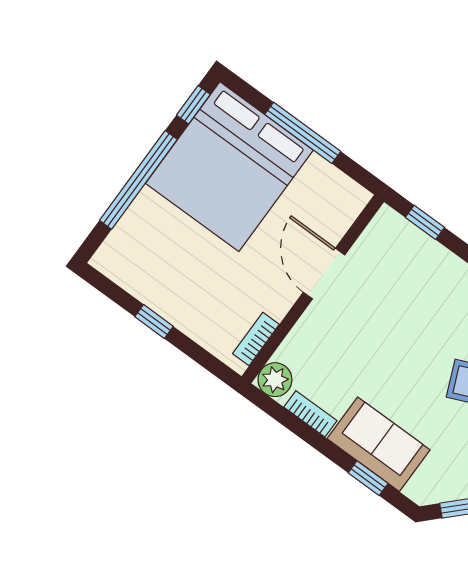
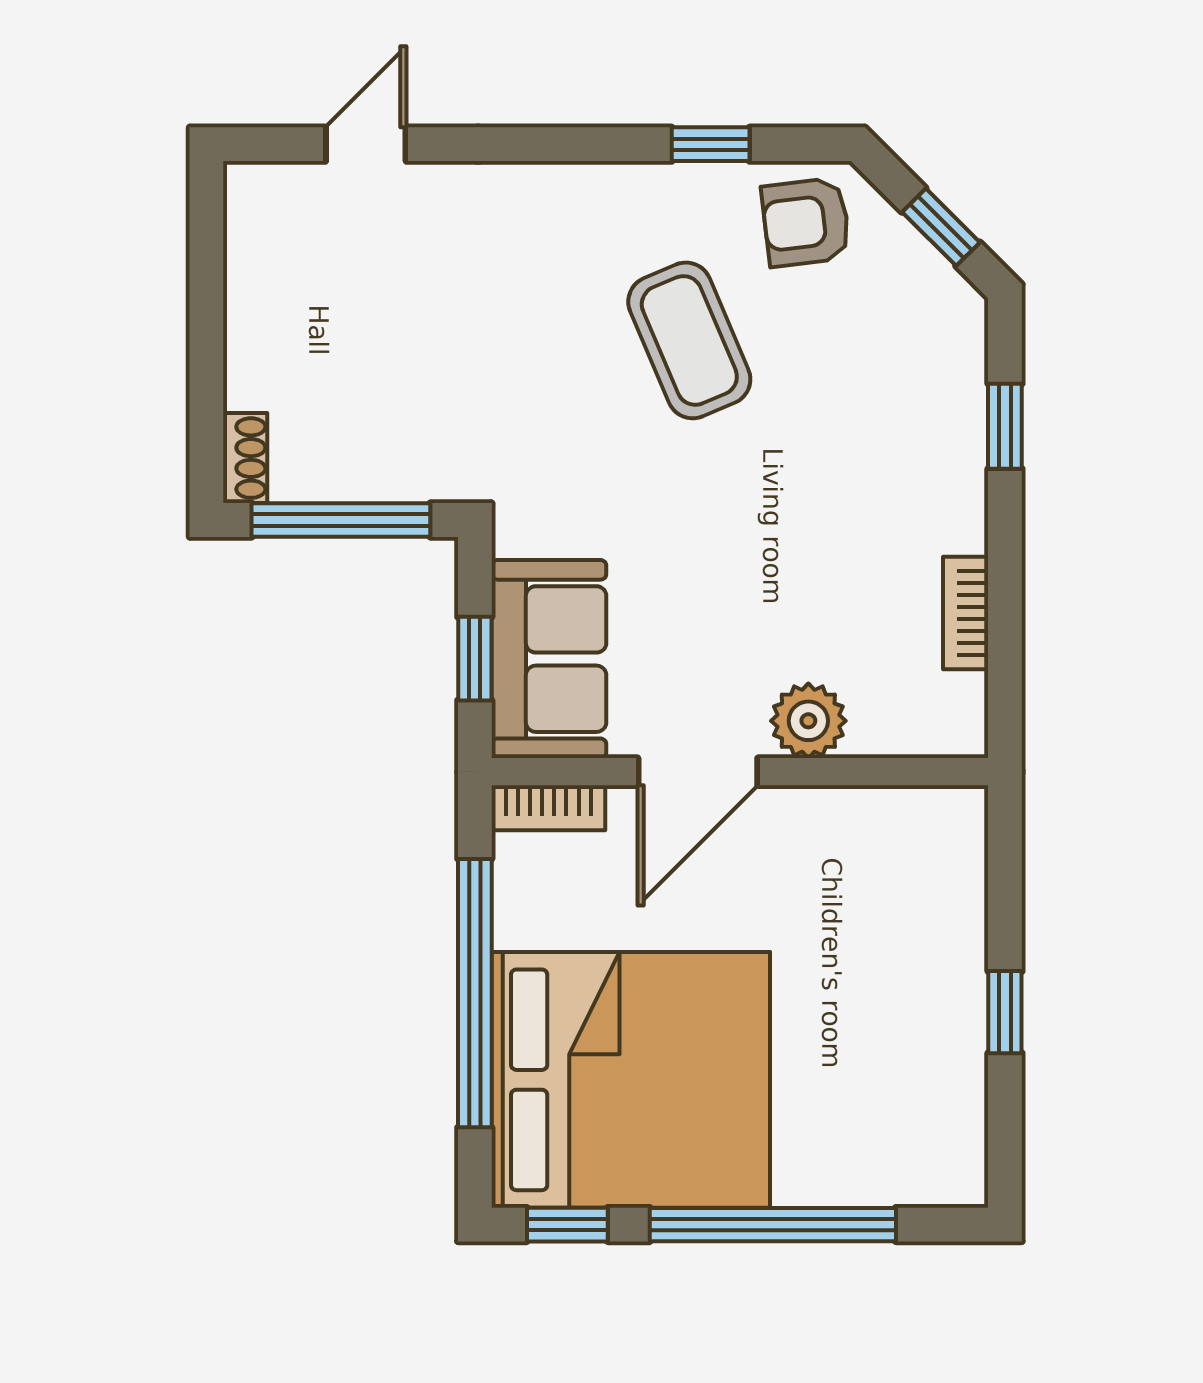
window: (303, 133) -> (475, 993), width x1.46
bookcase: (256, 339) -> (548, 808), moved
plant: (275, 380) -> (808, 721), moved
sofa: (378, 444) -> (549, 659), moved, turned 180

